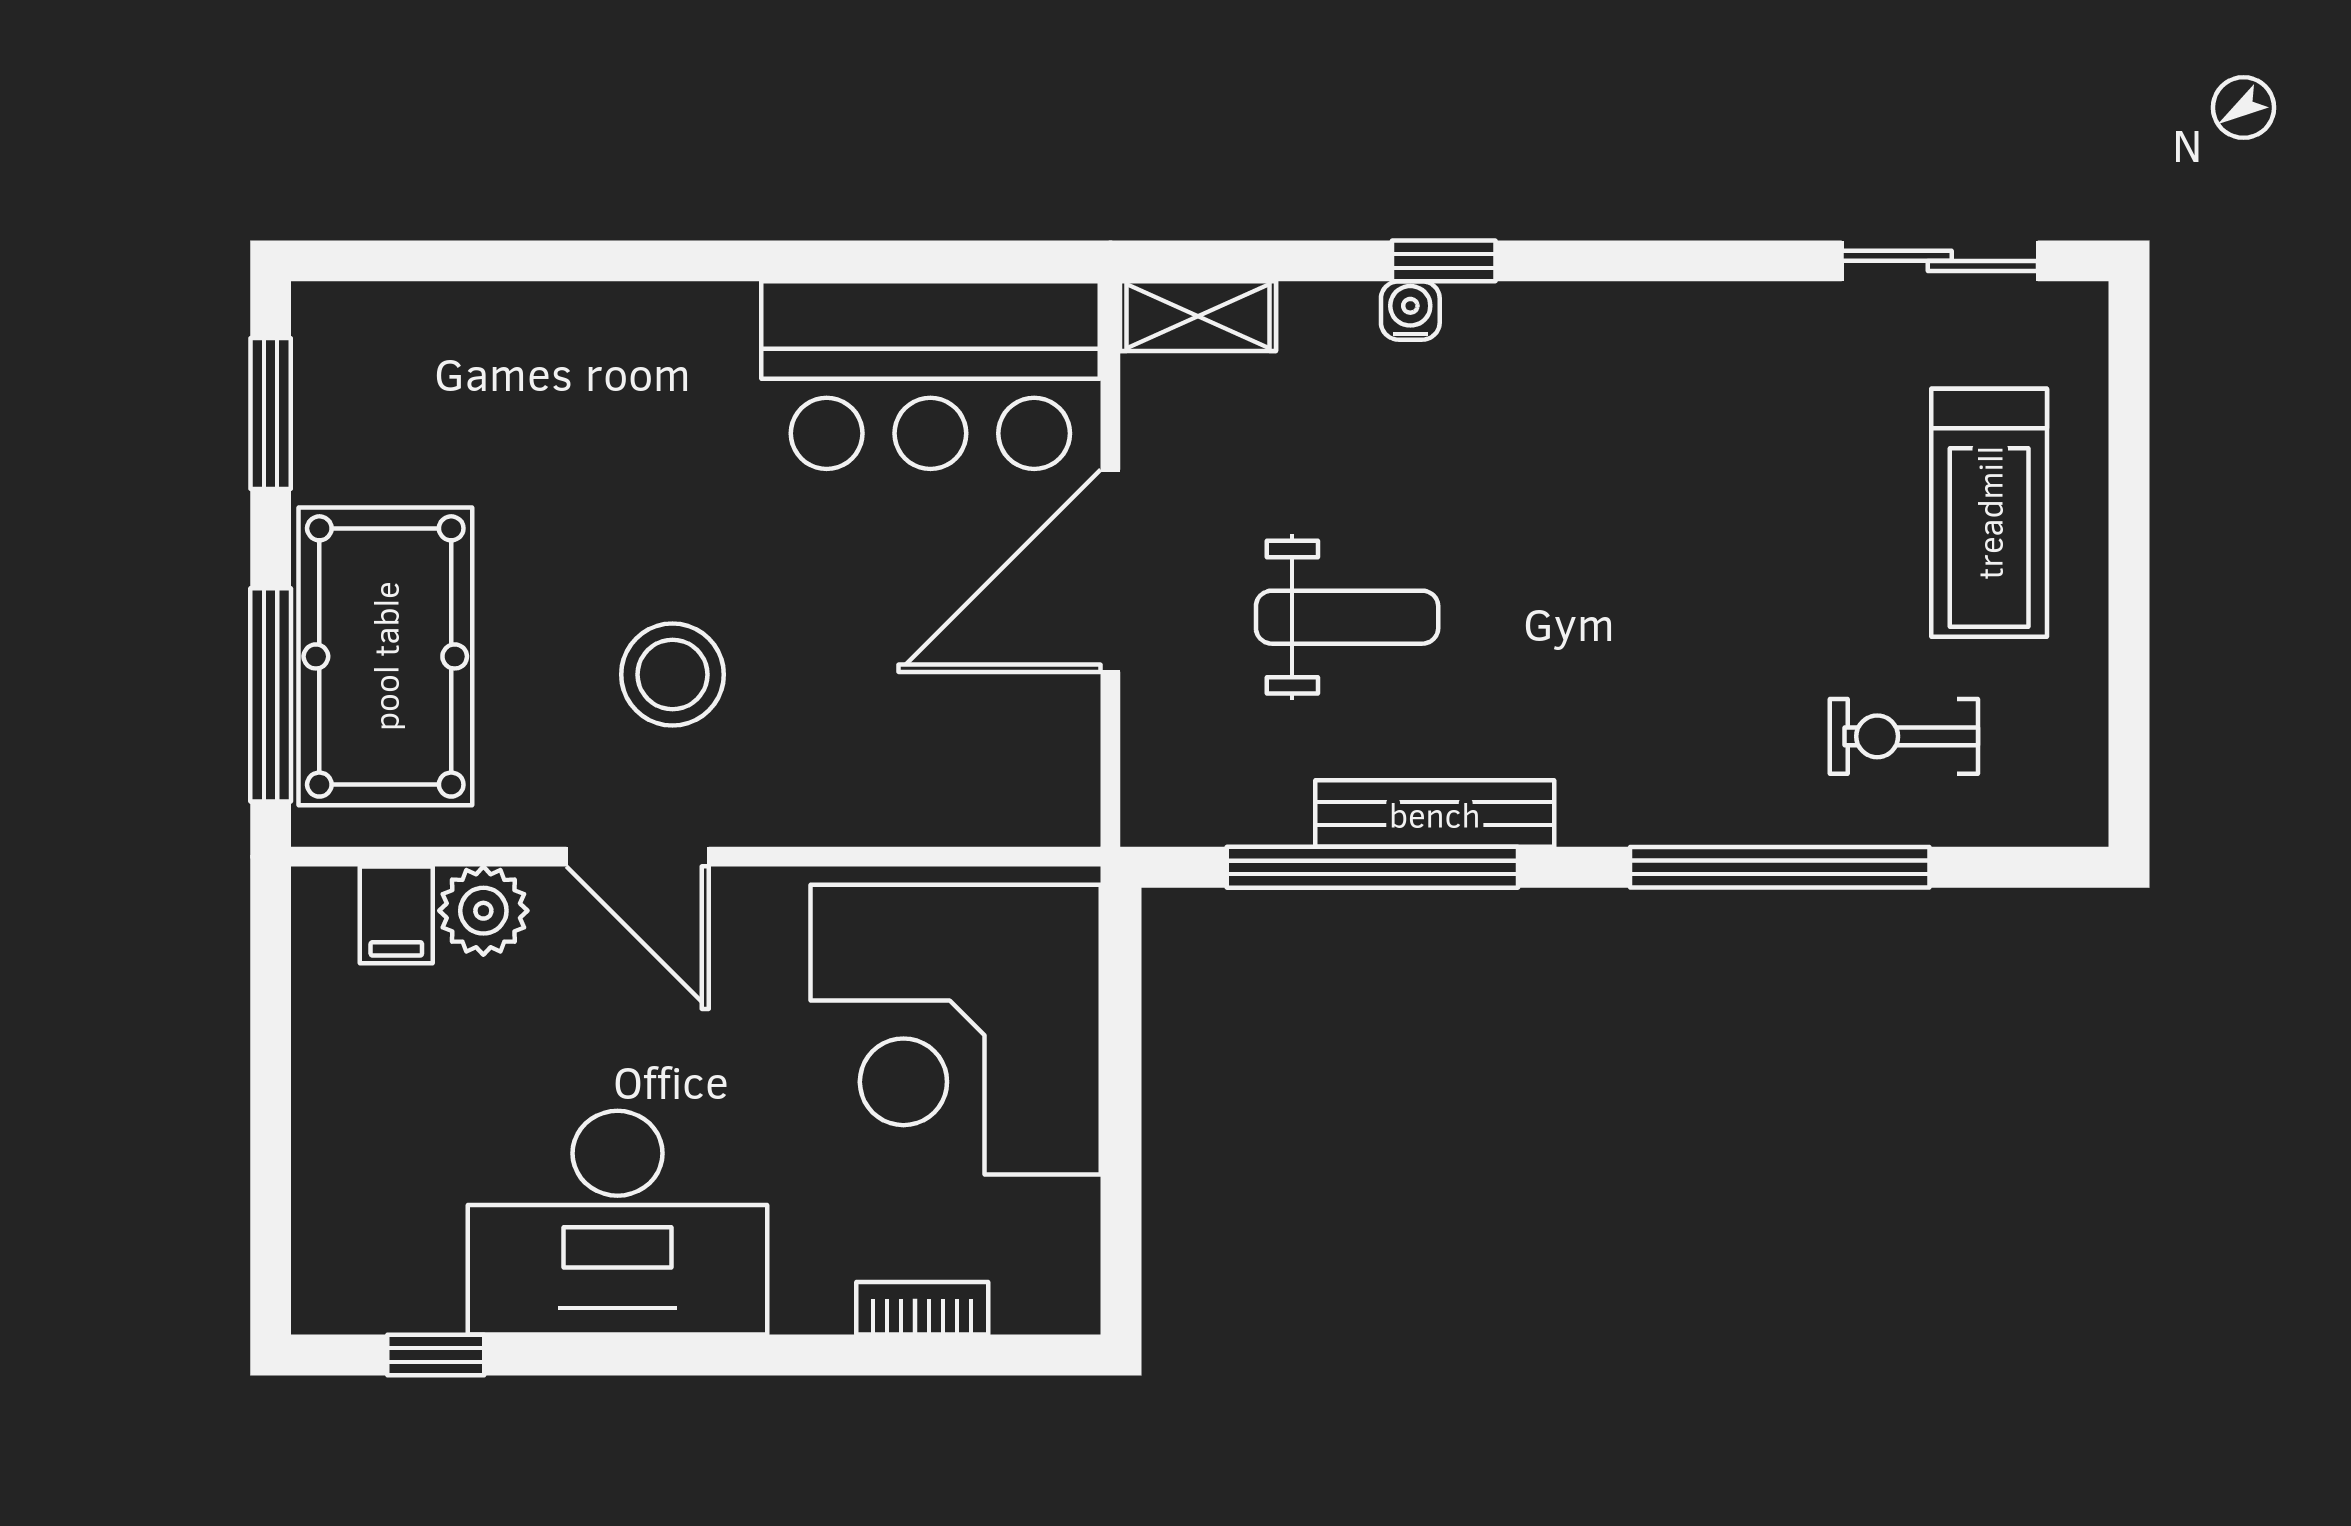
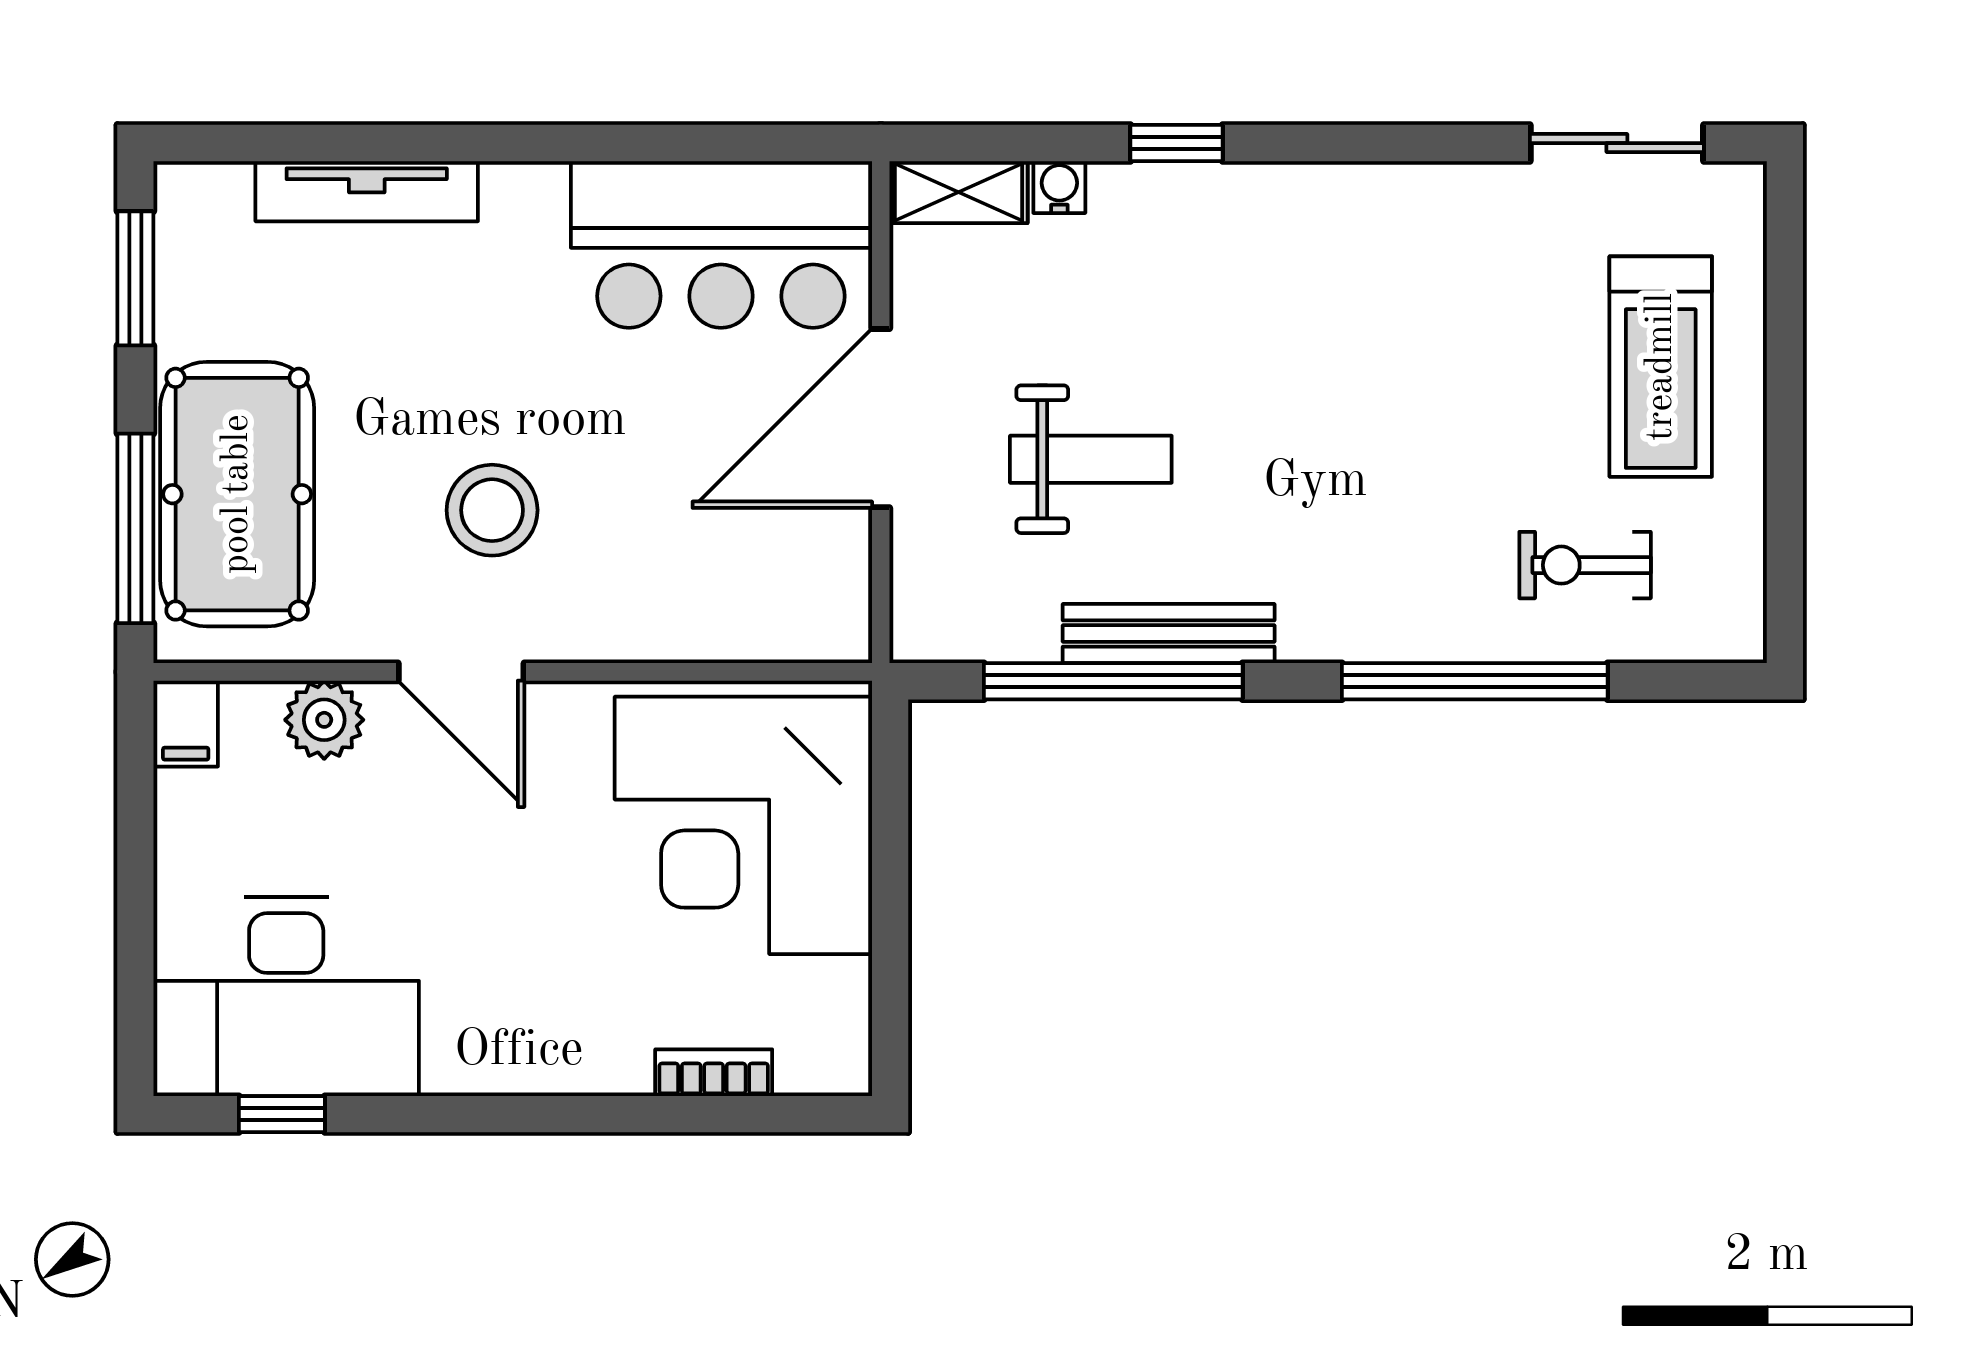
water cooler: (1410, 310) -> (1059, 187), moved
tv unit: (531, 315) -> (367, 191), added
filing cabinet: (396, 915) -> (186, 724), moved
desk: (618, 1223) -> (286, 997), moved

